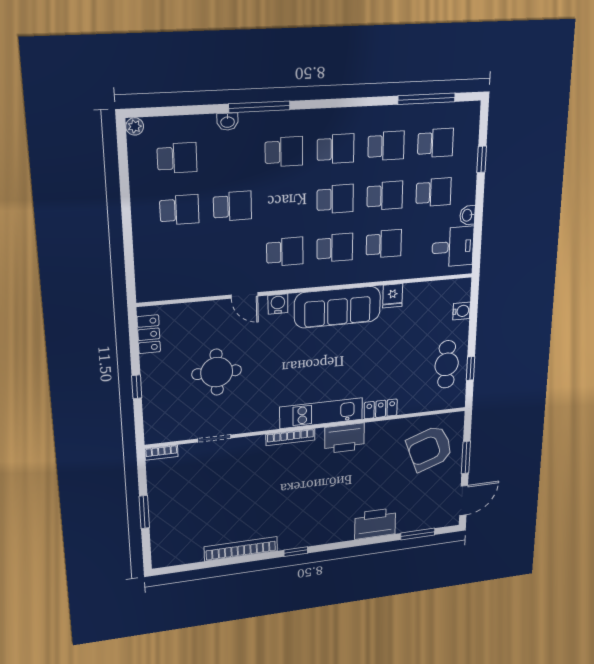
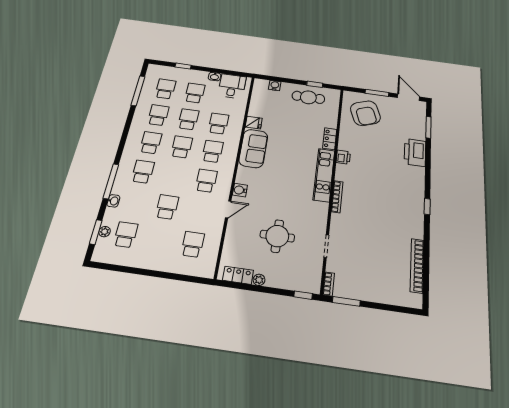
window: (172, 111) -> (96, 232), added
plant: (135, 126) -> (105, 232), moved
school desk: (179, 210) -> (193, 244), moved
sofa: (338, 307) -> (253, 148), width x0.73
plant: (148, 363) -> (259, 280), added
window: (137, 387) -> (303, 295), moved
printer: (344, 438) -> (343, 157), width x0.53, depth x0.68
window: (144, 512) -> (346, 301), moved
bookcase: (241, 549) -> (417, 266), moved

